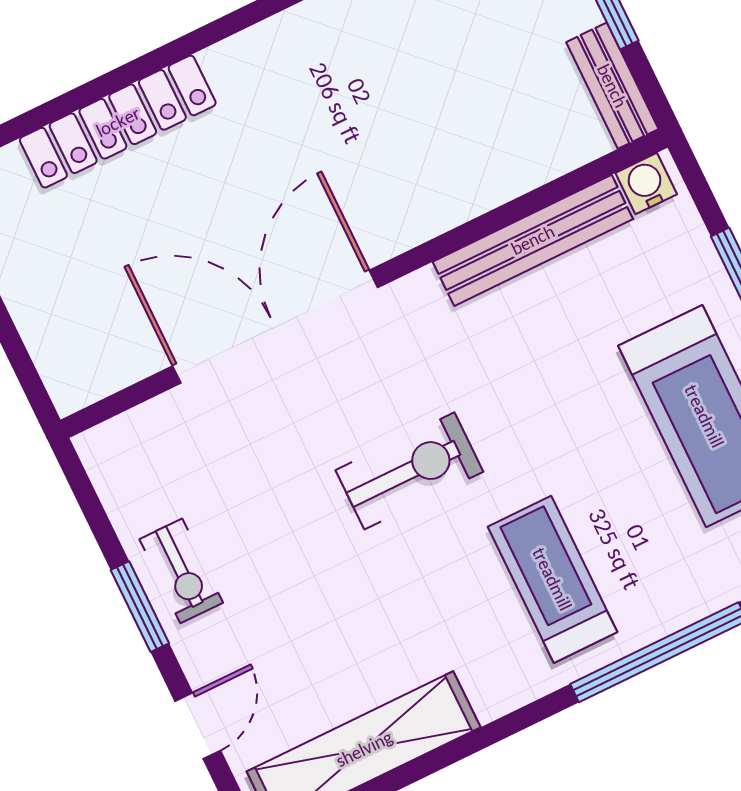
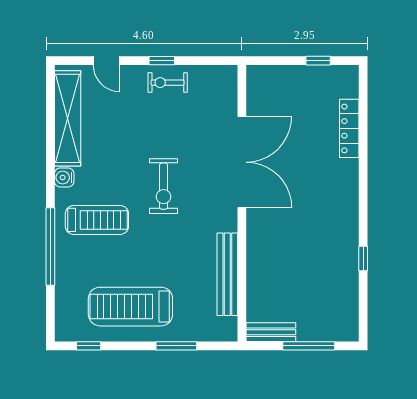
locker: (118, 122) -> (349, 128), width x0.71, depth x0.83
water cooler: (646, 184) -> (64, 177), moved, turned 180
window: (140, 607) -> (162, 61), width x0.67

